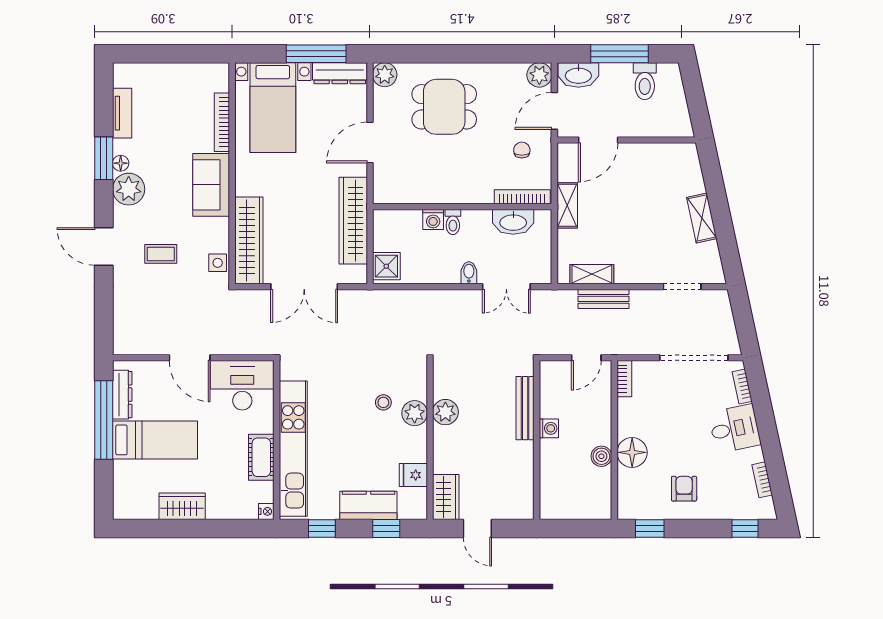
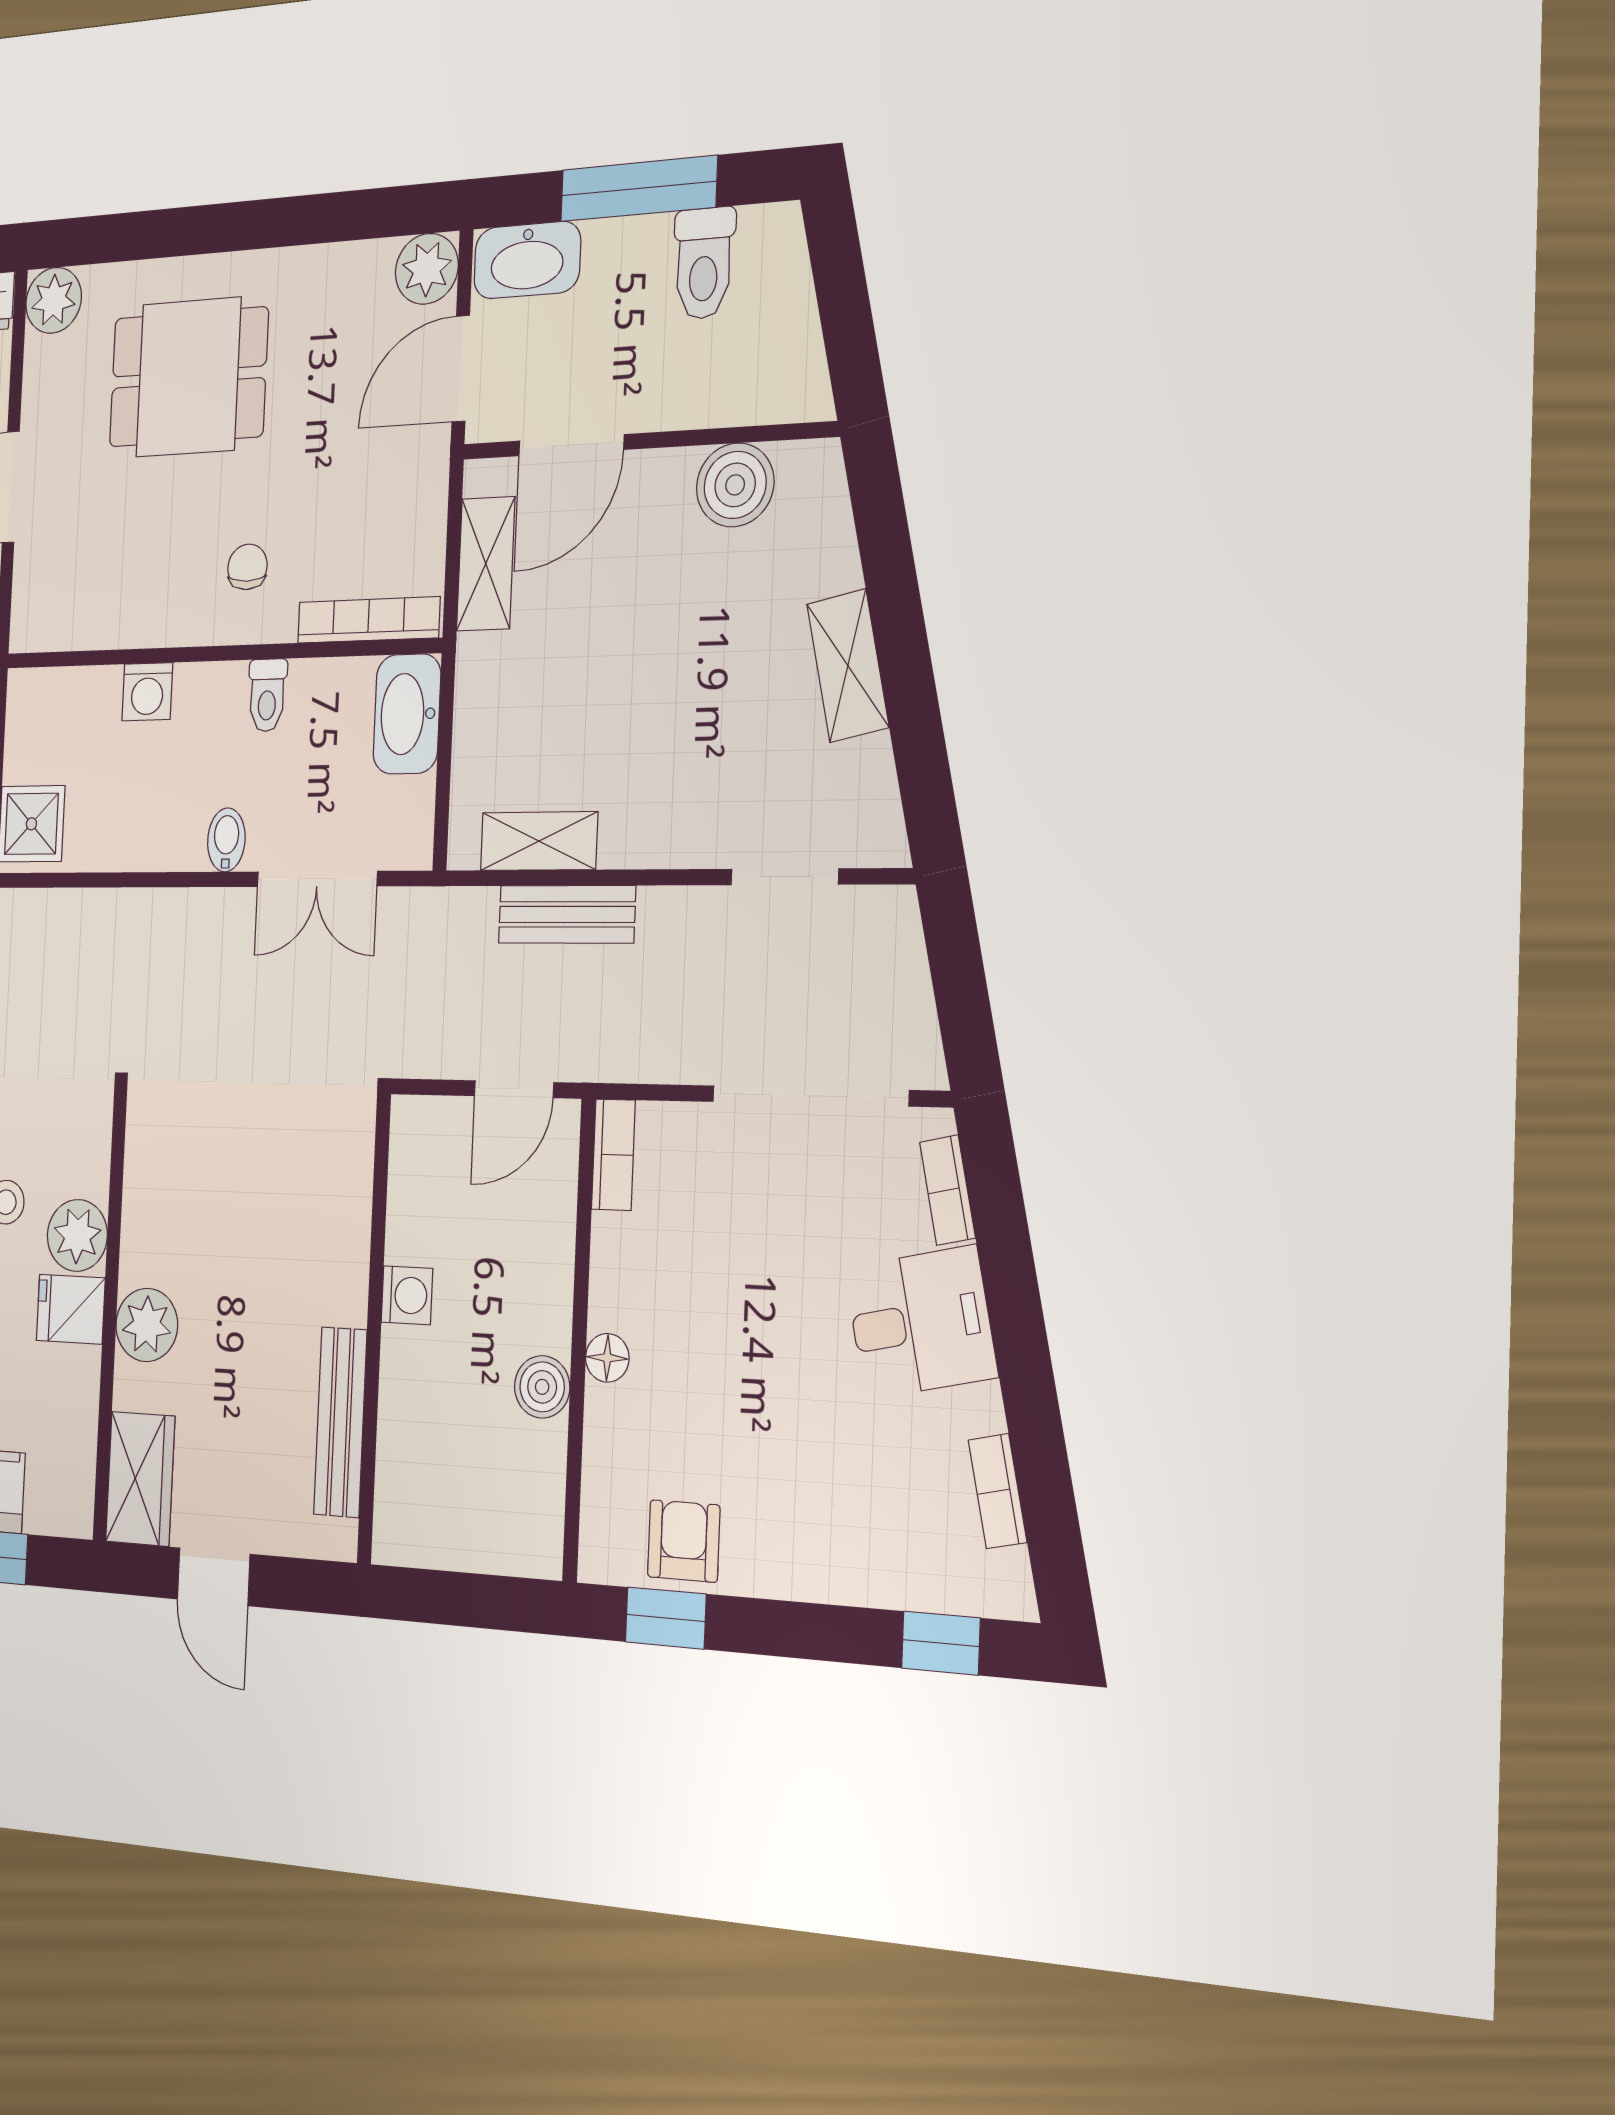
chair: (522, 150) -> (247, 567), moved
boiler: (659, 157) -> (735, 485), added
shelving: (567, 205) -> (486, 564), moved
toilet: (453, 222) -> (267, 695), moved
washbasin: (513, 222) -> (407, 714), moved, turned 90
bench: (525, 408) -> (340, 1422), moved
plant: (445, 412) -> (147, 1325), moved
floor lamp: (632, 452) -> (607, 1358), width x0.53, depth x0.53
fridge: (413, 475) -> (71, 1309), moved
armchair: (684, 489) -> (684, 1541), moved

